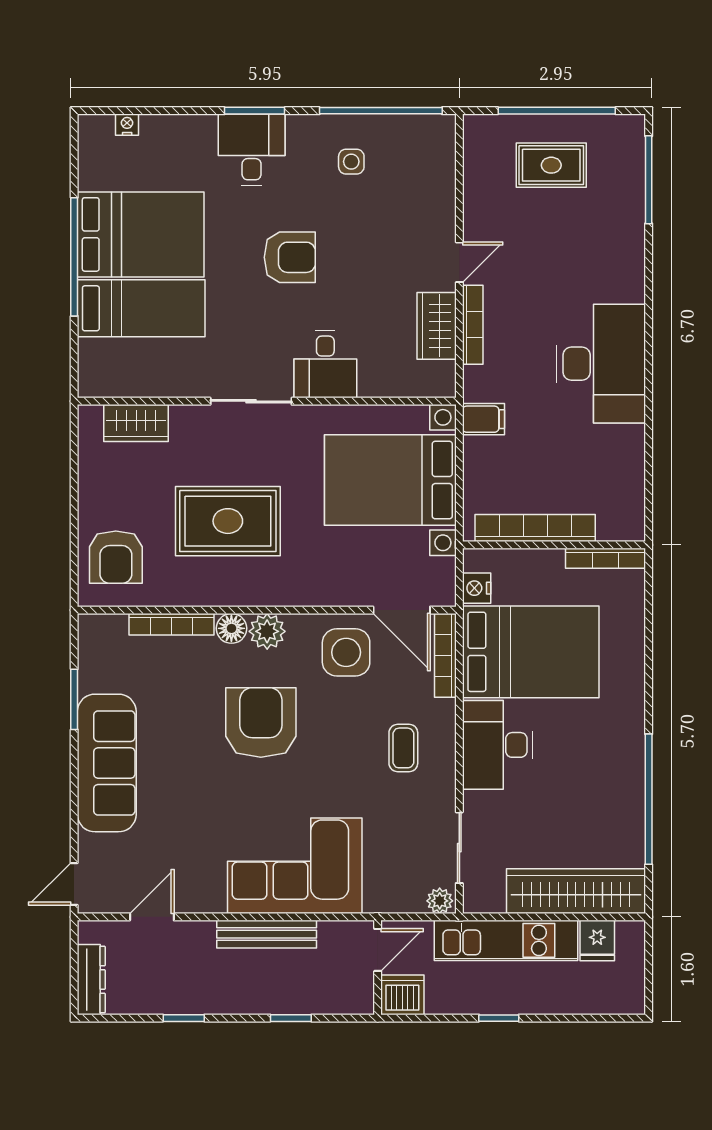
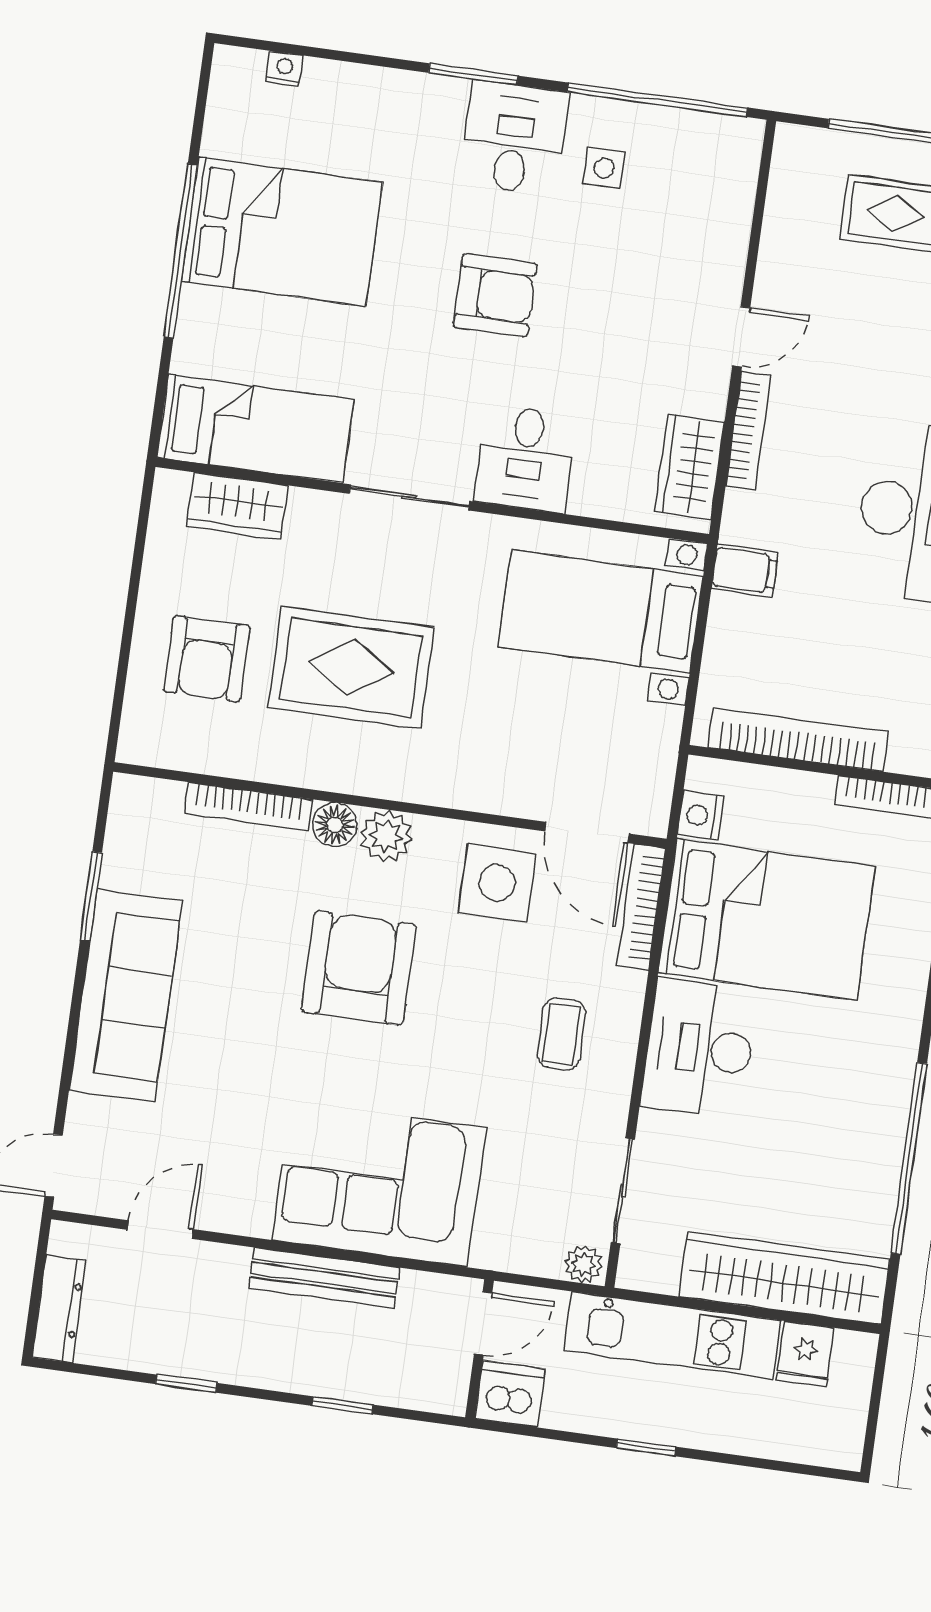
desk: (252, 150) -> (514, 138), moved
bed: (141, 308) -> (255, 428), moved
wardrobe: (437, 326) -> (689, 467), moved
bed with nightstands: (390, 480) -> (601, 611), width x0.73
armchair: (116, 557) -> (207, 659), moved

